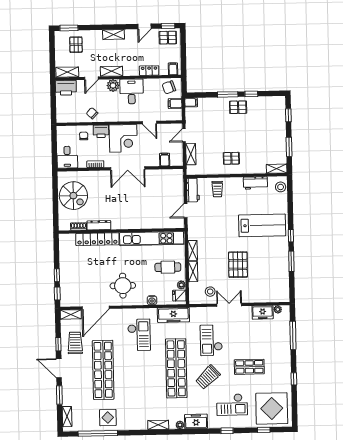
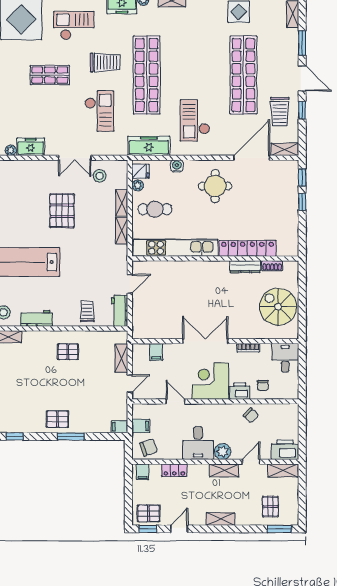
window: (251, 94) -> (15, 436), moved
trolley: (208, 377) -> (105, 62), turned 43

